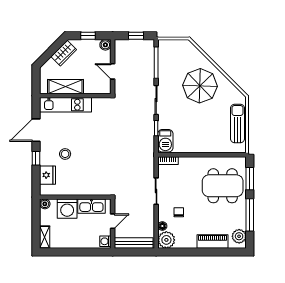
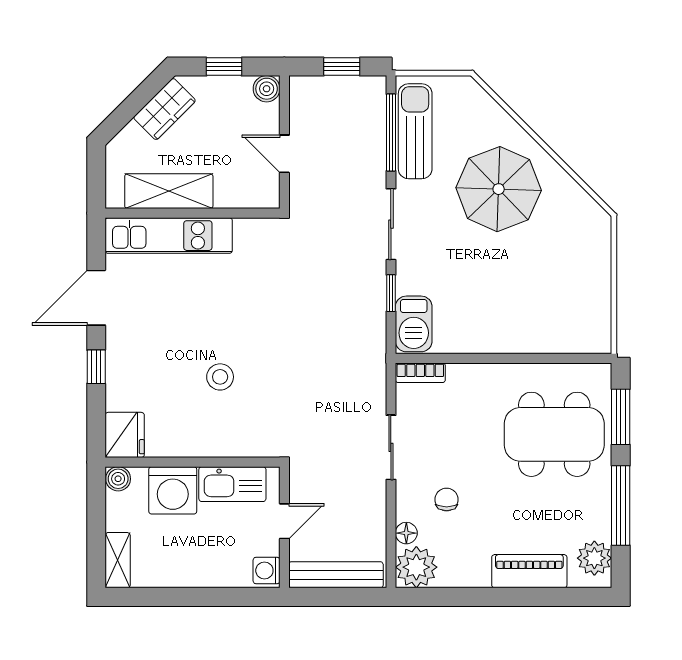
sun lounger: (237, 124) -> (415, 131), moved
stool: (65, 154) -> (220, 377), moved
fridge: (47, 175) -> (125, 435), moved

